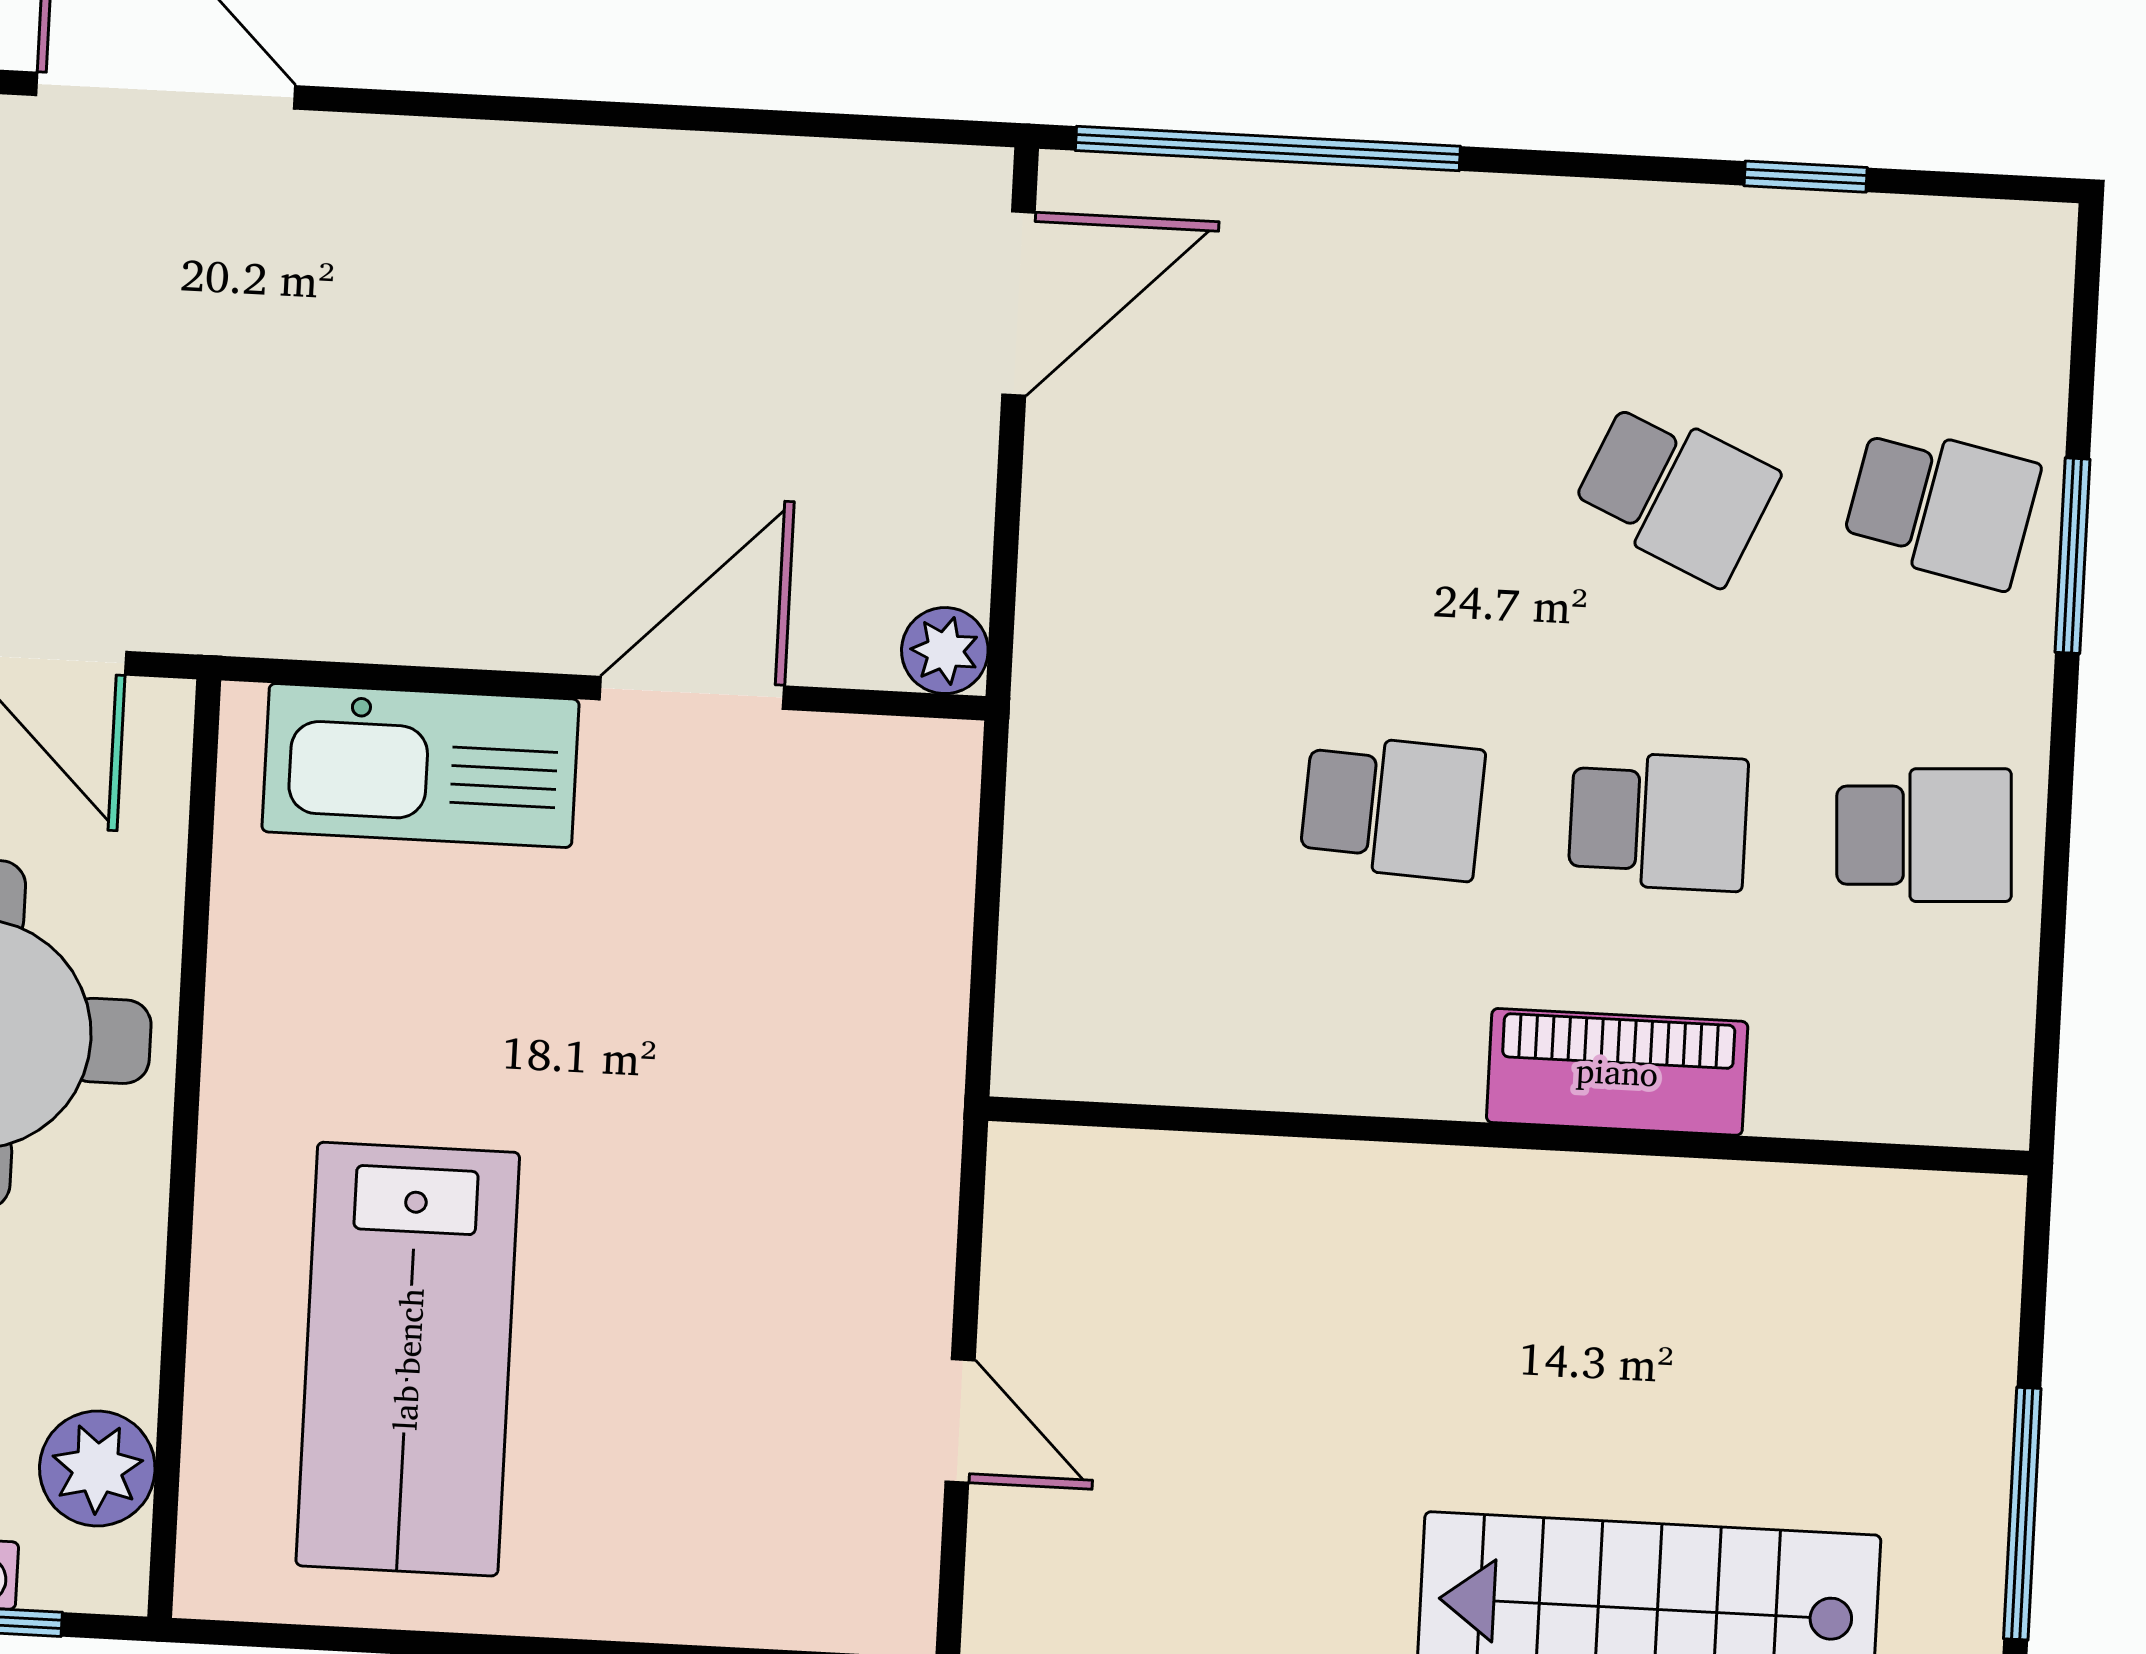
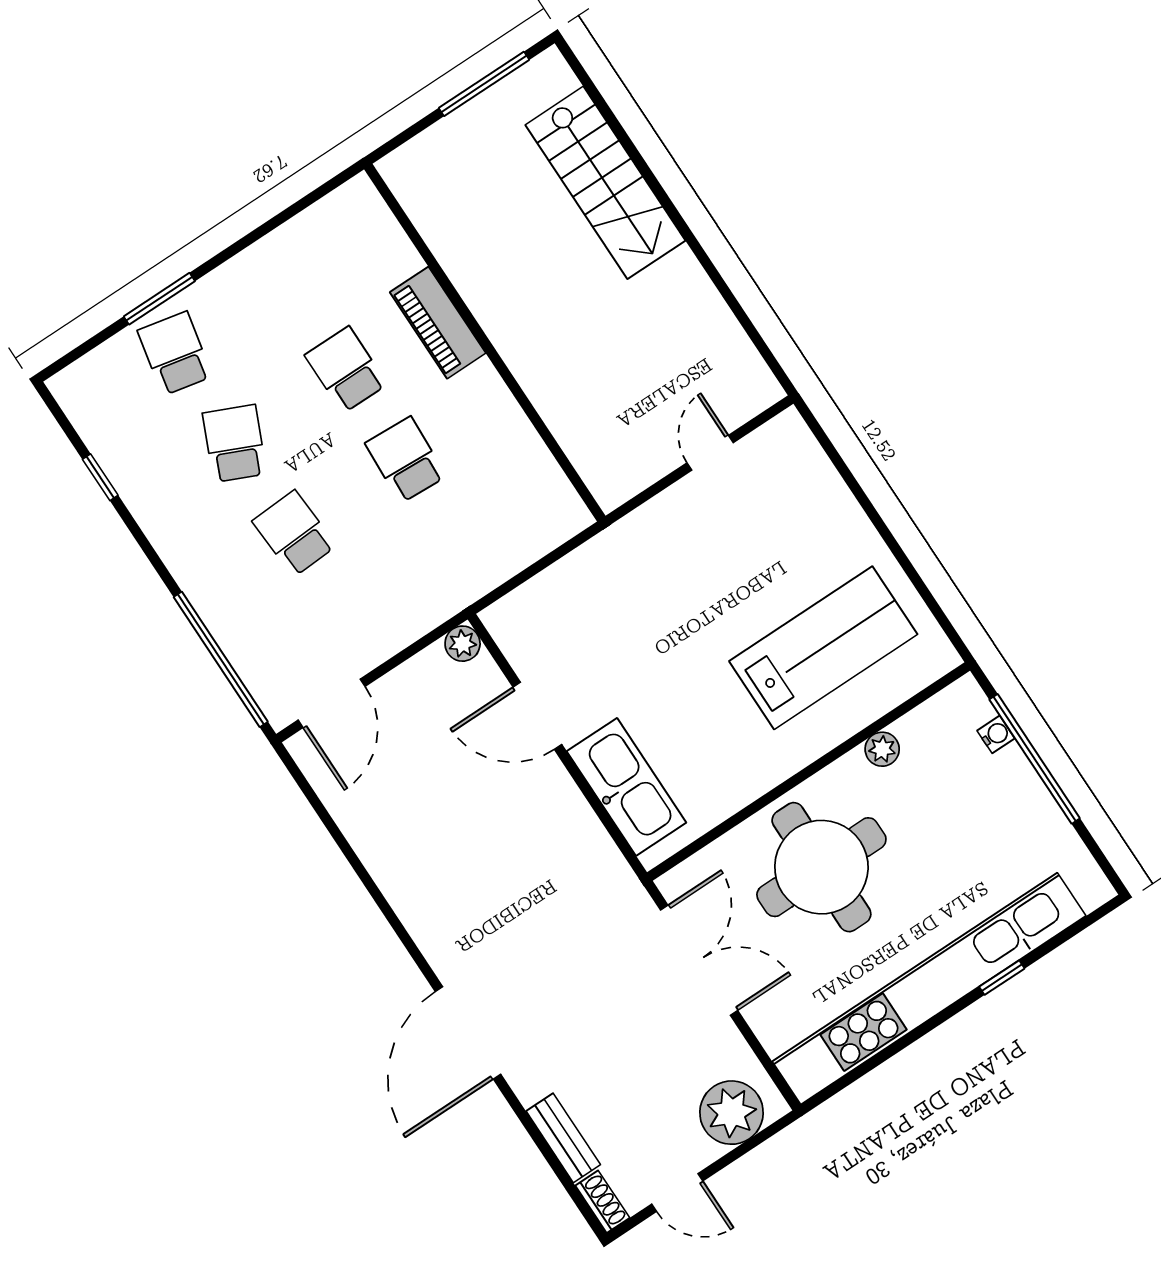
door: (1019, 303) -> (332, 703), swing flipped
school desk: (1924, 835) -> (294, 534), moved
plant: (97, 1468) -> (882, 749), moved, width x0.73, depth x0.73

